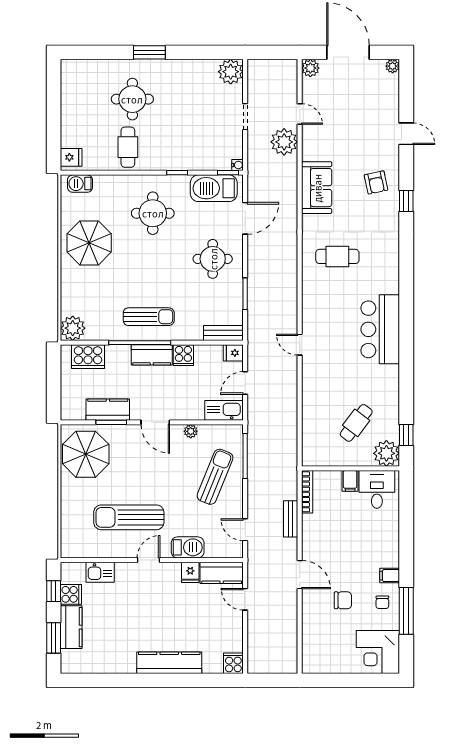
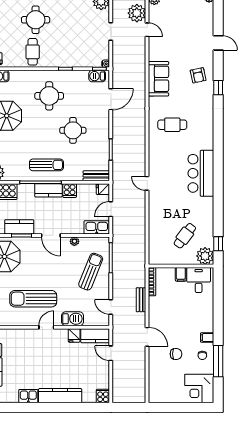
plant: (284, 142) -> (137, 13), moved
barbecue: (214, 188) -> (97, 76), width x0.53, depth x0.65
round table: (213, 259) -> (73, 130), moved
kitchen sink: (100, 572) -> (28, 396), moved, turned 180

